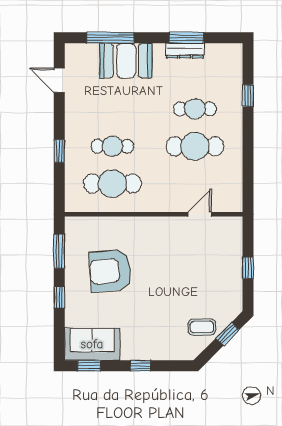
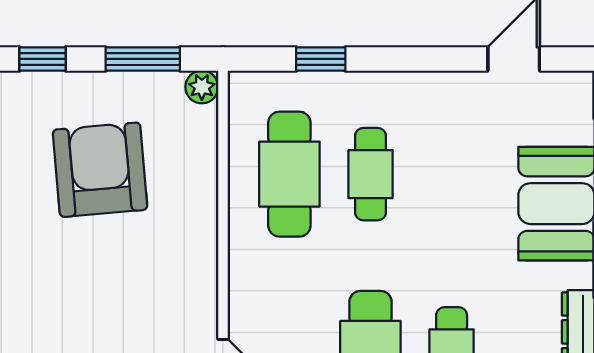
window: (59, 151) -> (321, 59), moved
plant: (72, 224) -> (202, 87), added

